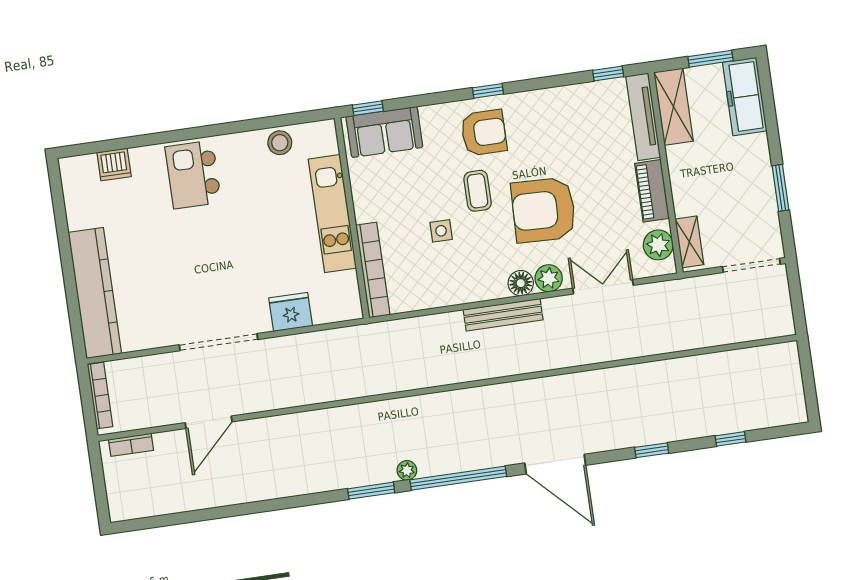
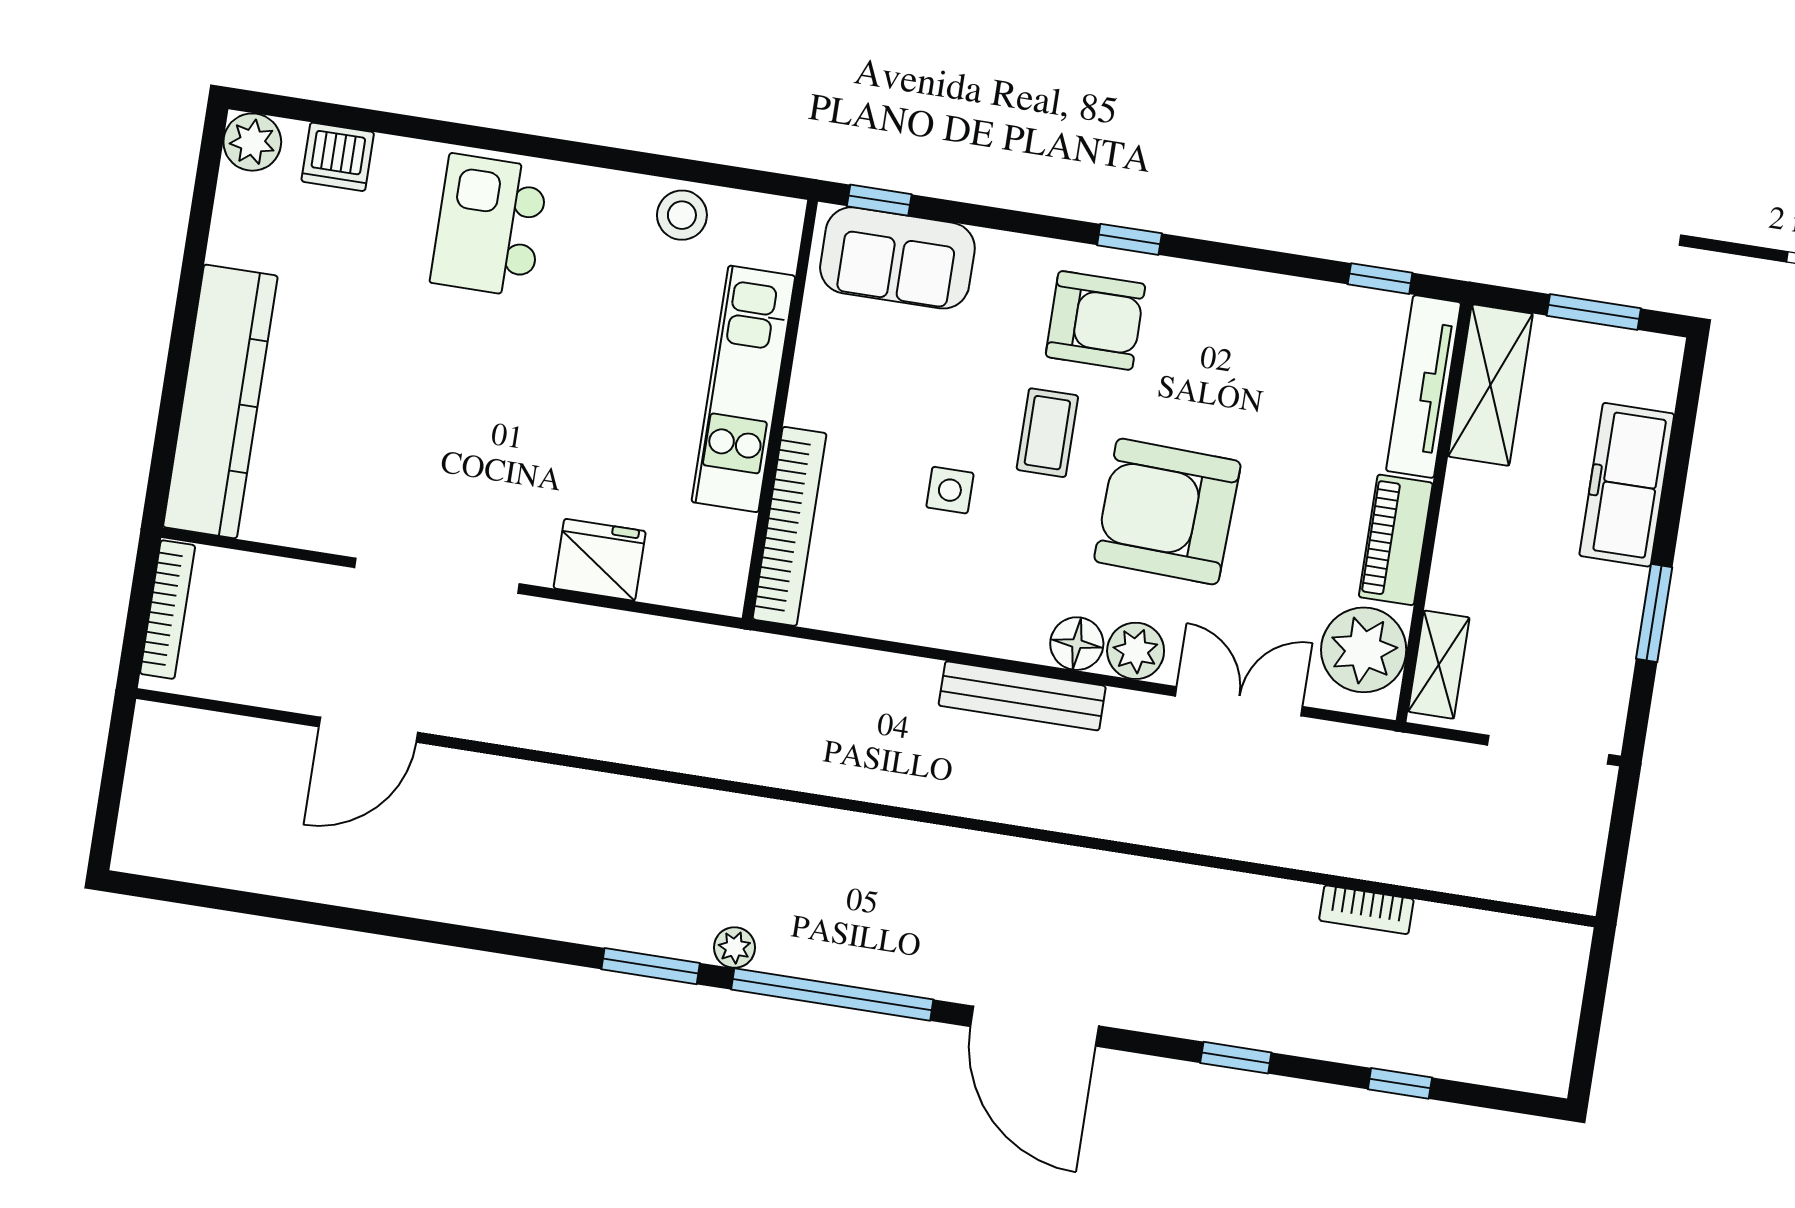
freezer: (745, 97) -> (1627, 485), moved
plant: (73, 170) -> (252, 142), added
plant: (658, 245) -> (1364, 650), width x1.36, depth x1.36
bookcase: (131, 445) -> (1366, 910), moved

